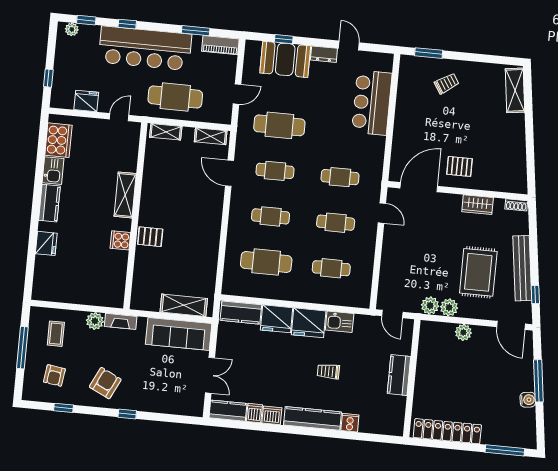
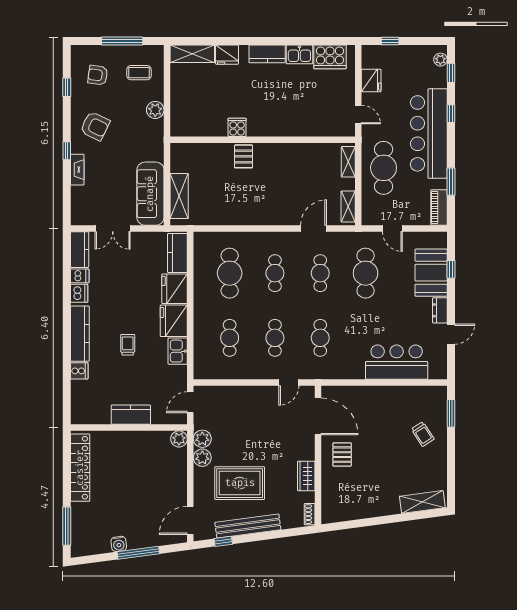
shelving: (125, 195) -> (192, 54), moved
fireplace: (121, 321) -> (77, 170), moved, turned 180
plant: (463, 332) -> (179, 439), moved

